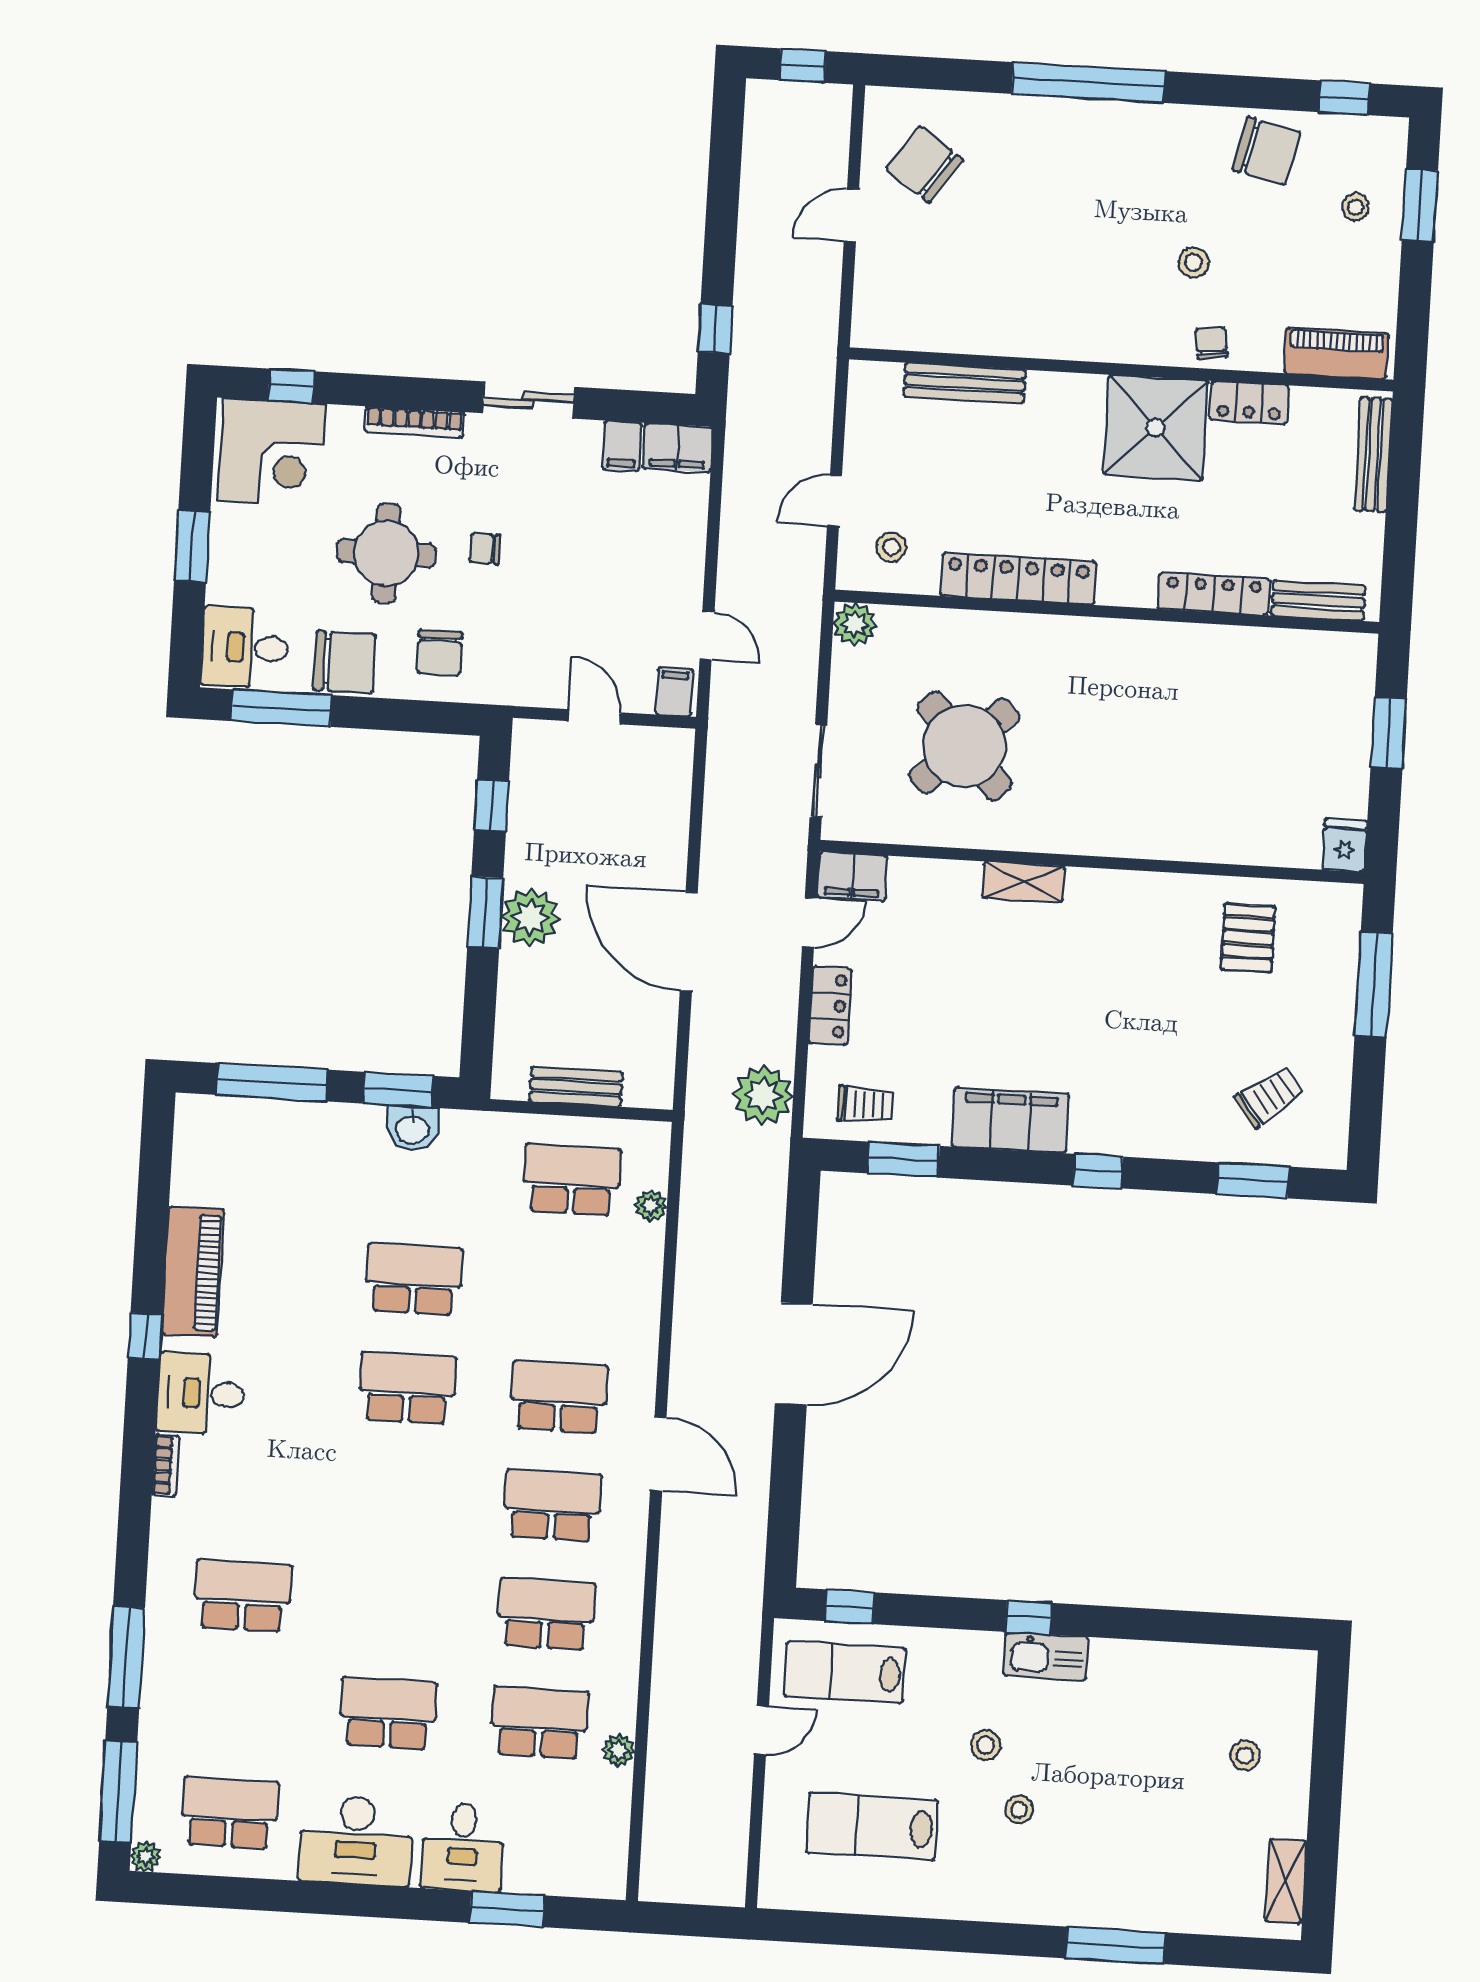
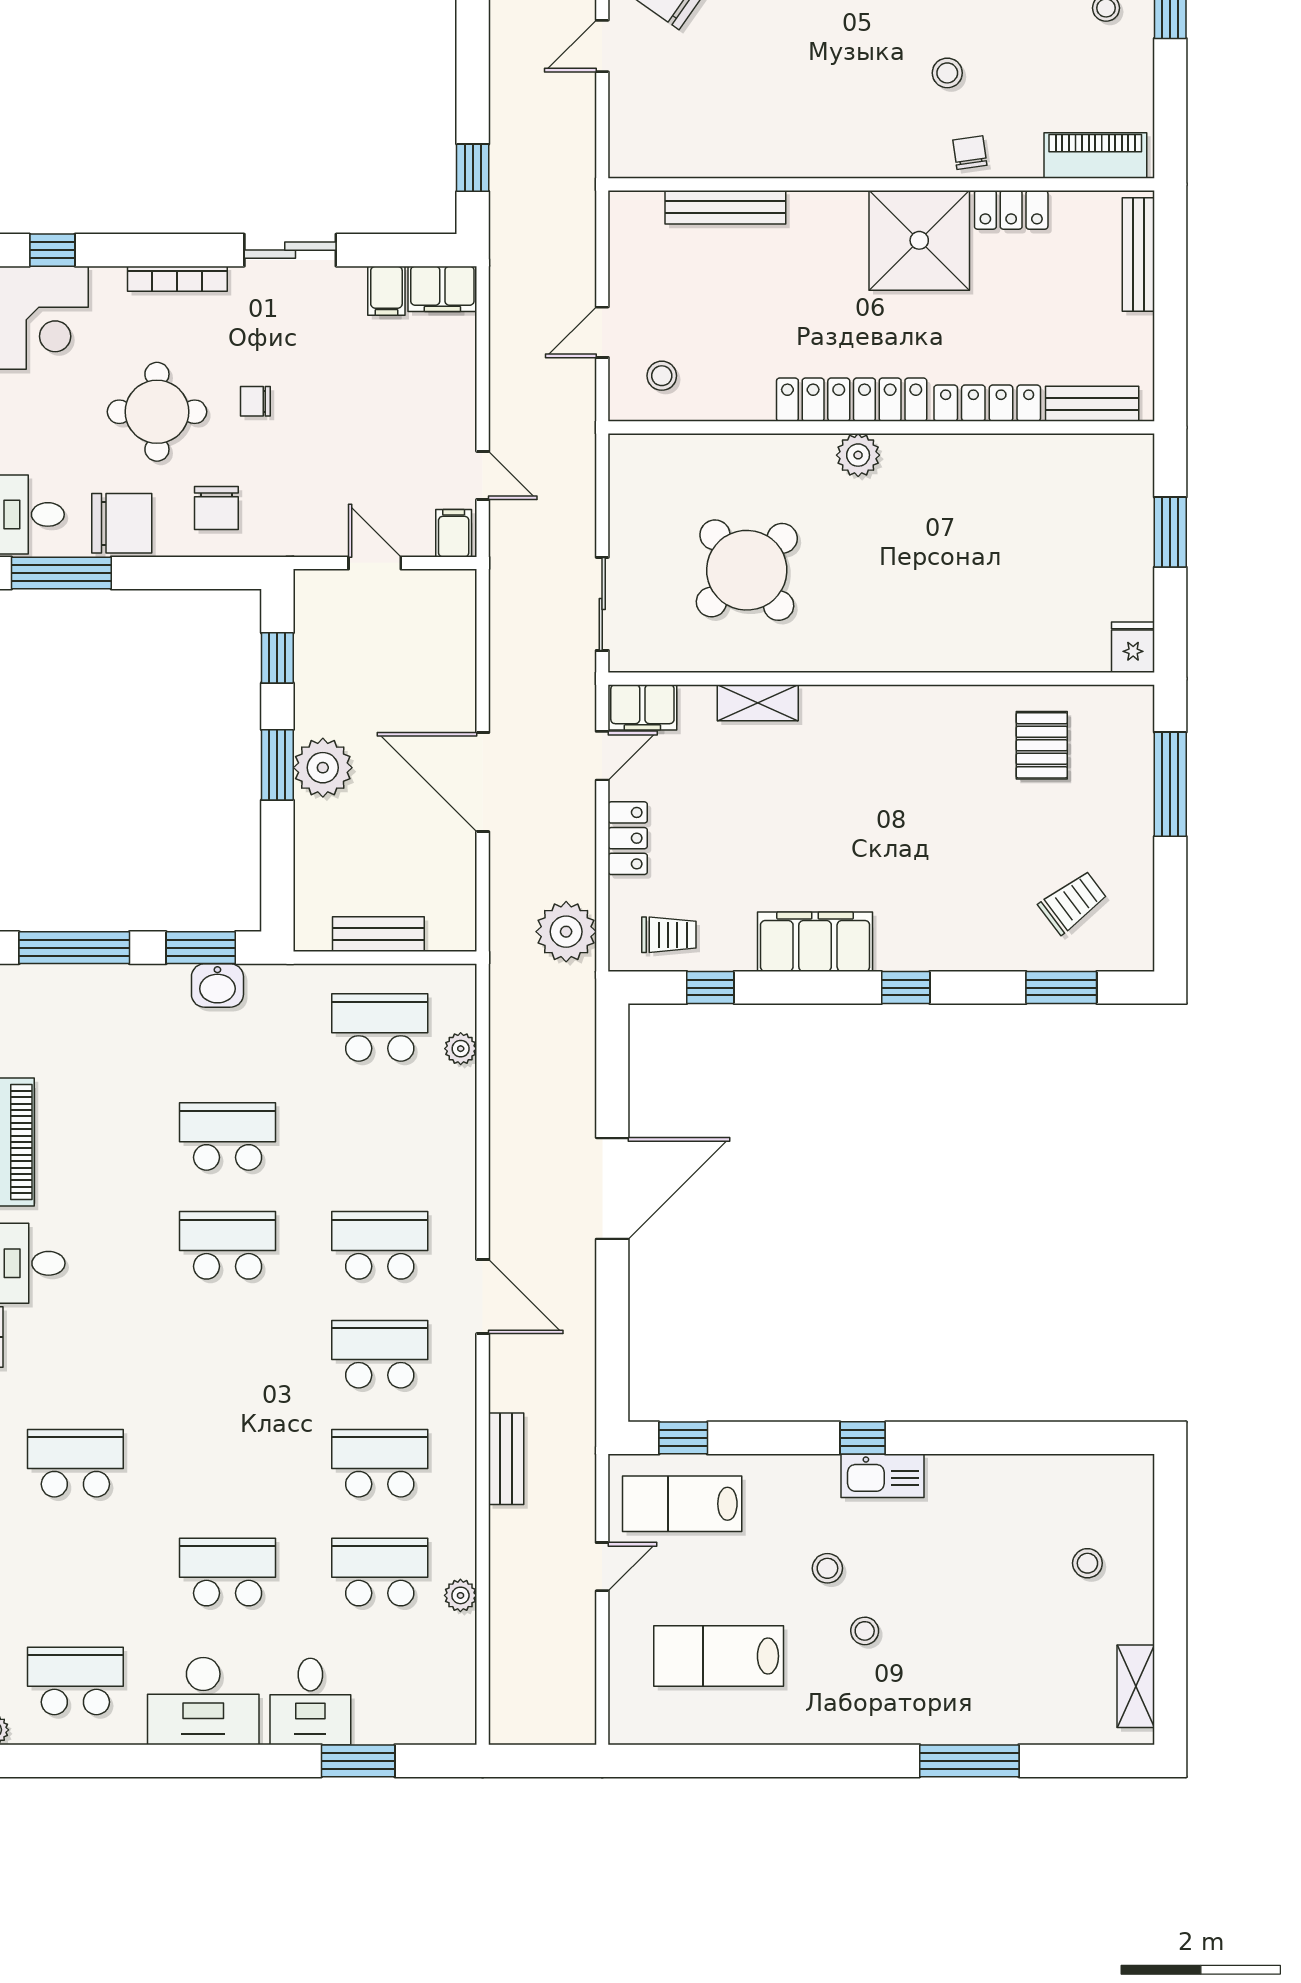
locker: (1019, 579) -> (852, 400), moved
plant: (855, 624) -> (858, 455), moved
shelving: (1023, 882) -> (758, 703), moved
window: (903, 1160) -> (710, 988), width x0.67
bench: (672, 1617) -> (506, 1459), added

